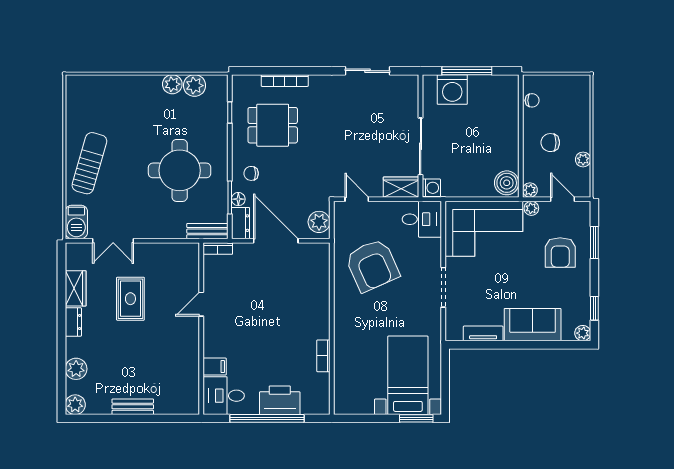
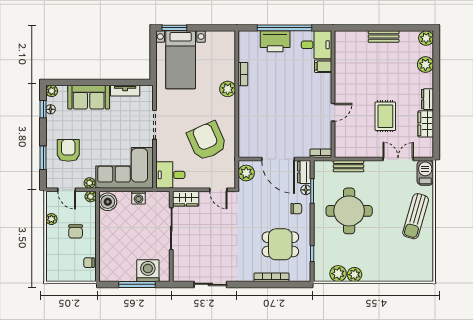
chair: (550, 143) -> (76, 231), turned 90
washing machine: (431, 188) -> (139, 198), moved, turned -90
bench: (207, 231) -> (348, 166), moved
floor lamp: (584, 308) -> (51, 109), added
plant: (344, 336) -> (228, 89), added

